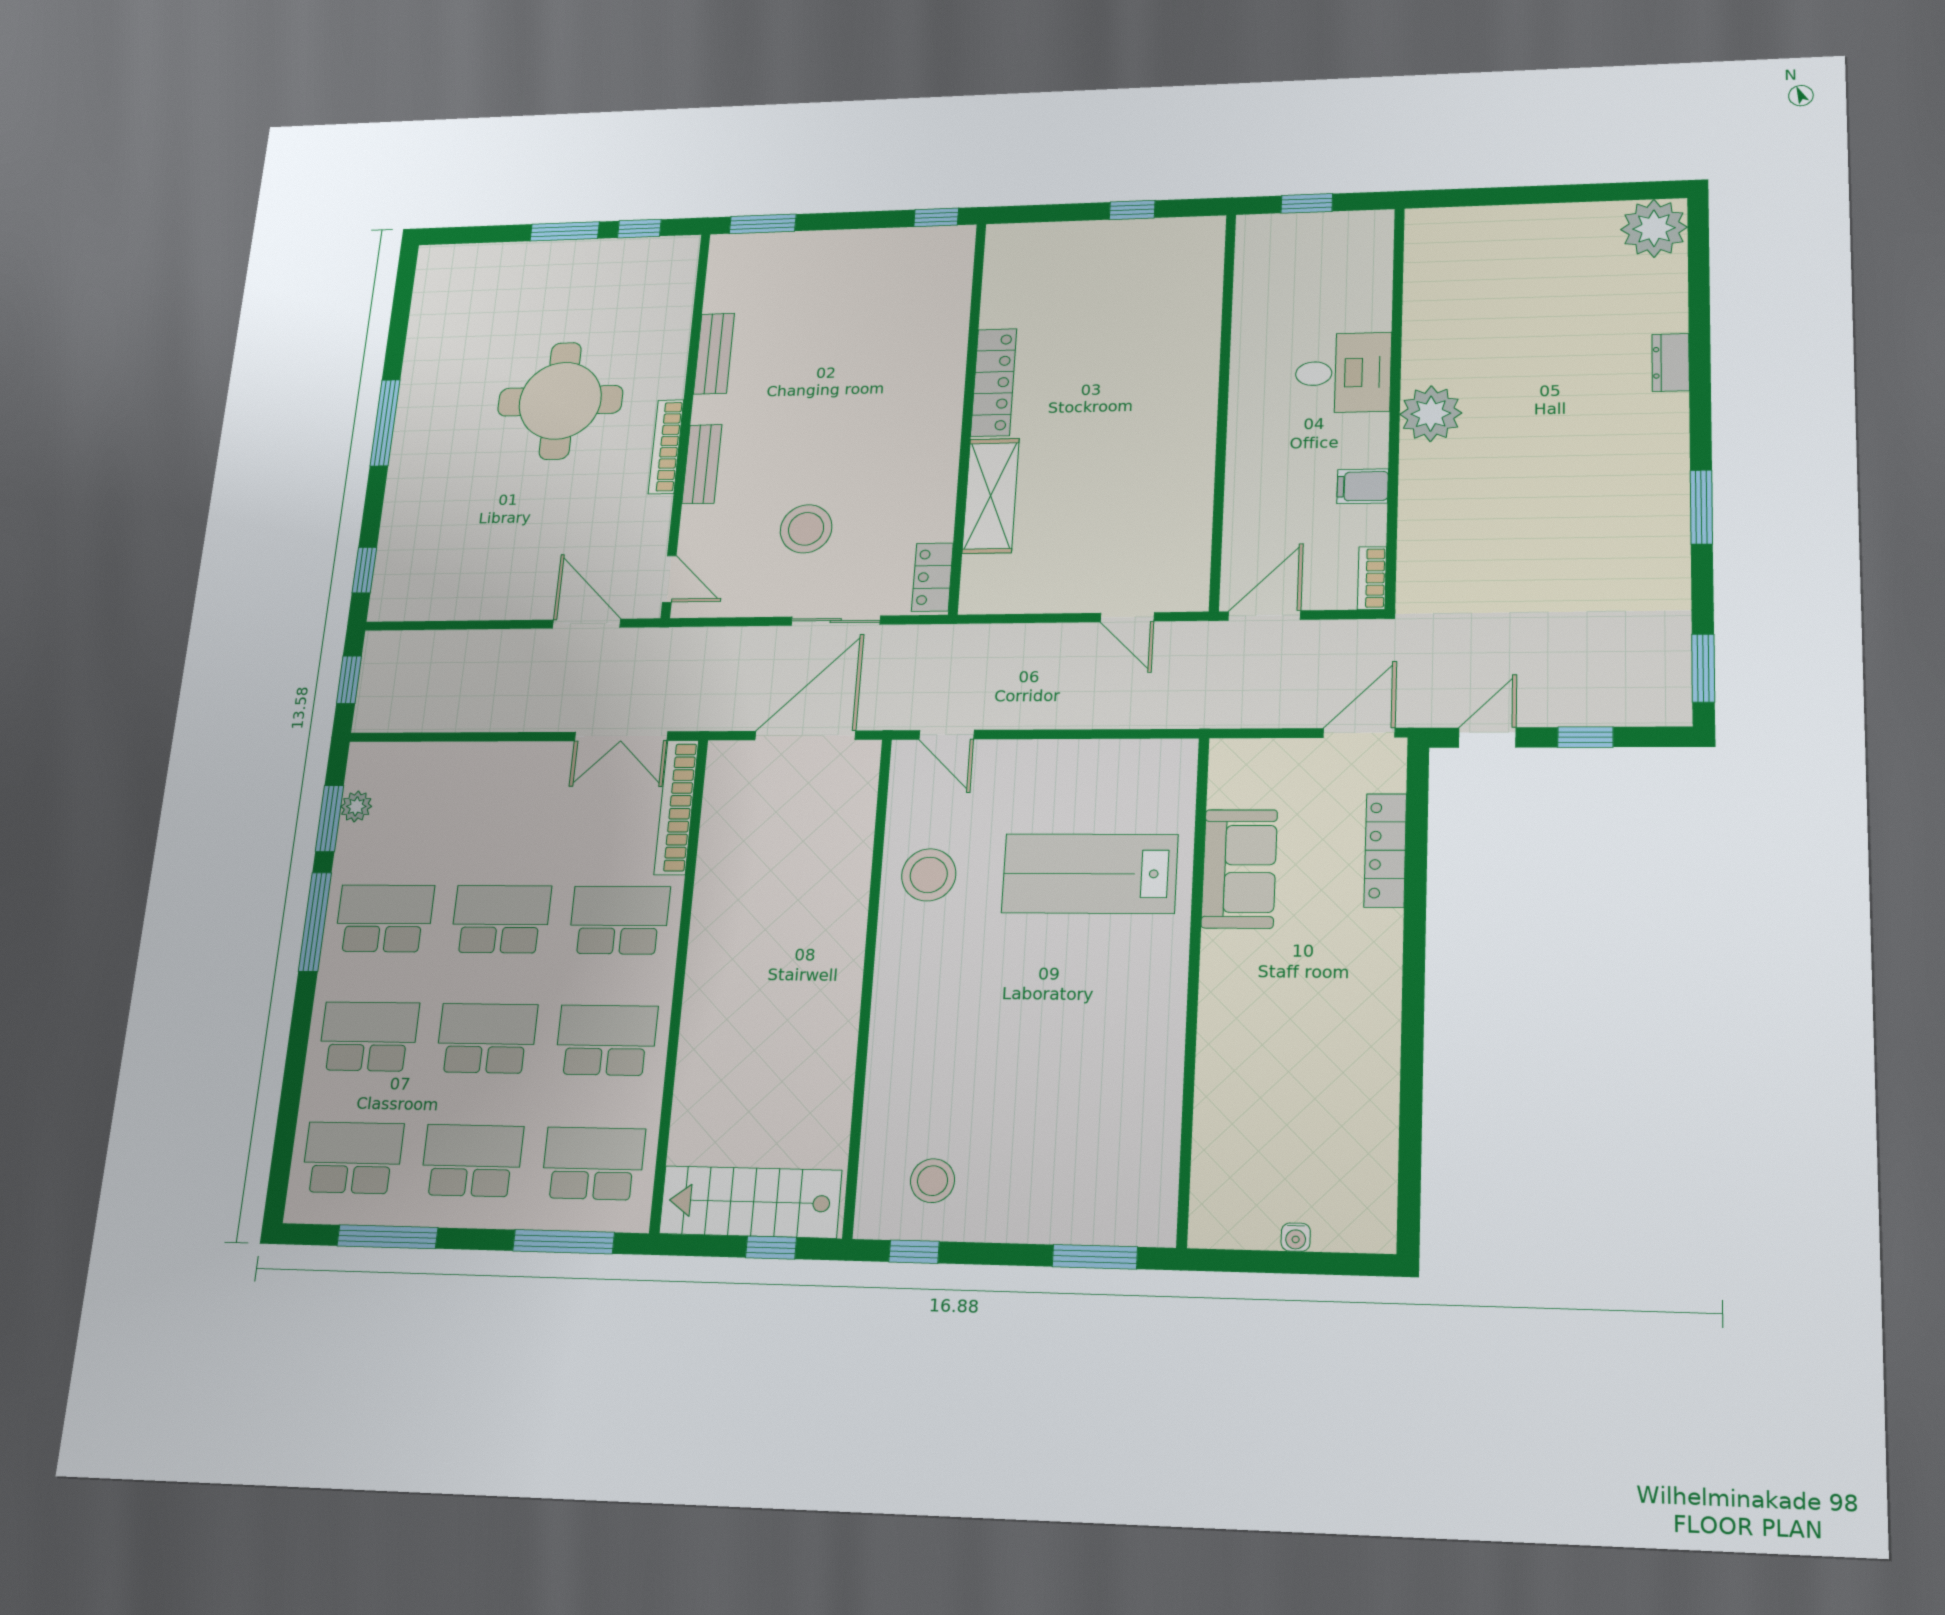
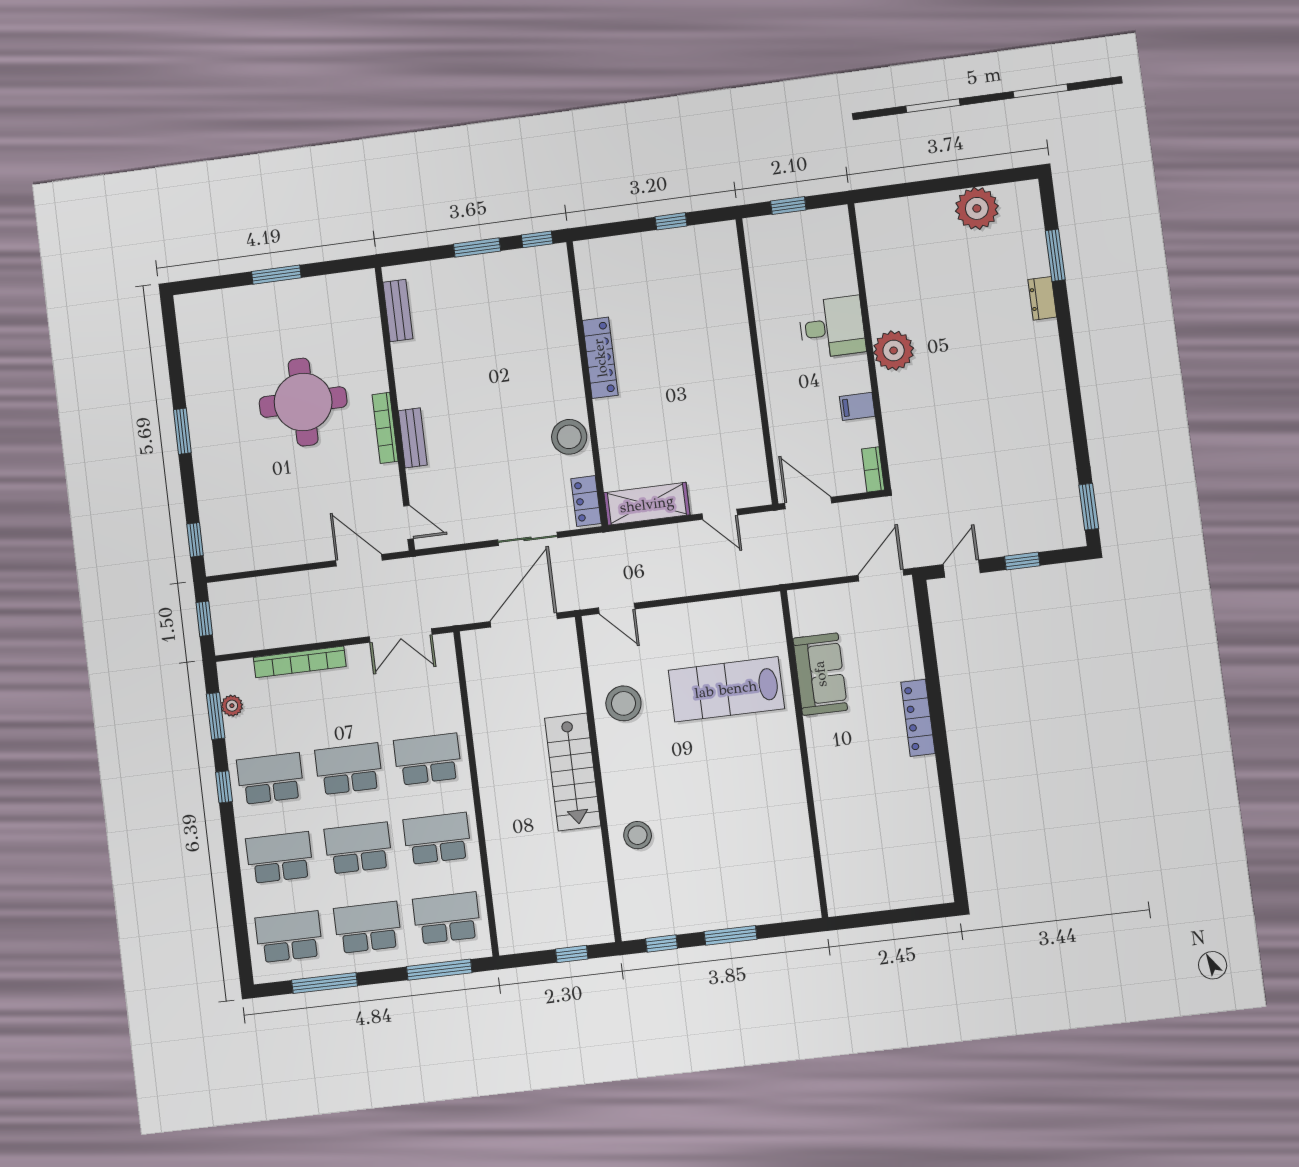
window: (763, 224) -> (477, 247), moved
plant: (1654, 228) -> (977, 208), moved
window: (639, 229) -> (329, 267), removed
bench: (714, 354) -> (398, 310), moved
window: (385, 423) -> (182, 431), width x0.69
shelving: (991, 496) -> (647, 504), moved, turned 90
window: (1701, 507) -> (1055, 255), moved
stool: (806, 529) -> (569, 437), moved
door: (1264, 616) -> (808, 503), hinge flipped
bookcase: (676, 807) -> (300, 662), moved, turned -90
locker: (1385, 850) -> (918, 718), moved
window: (315, 922) -> (224, 787), width x0.46
stool: (933, 1181) -> (638, 835), moved
stairs: (750, 1202) -> (573, 772), moved, turned -90
water cooler: (1296, 1237) -> (893, 901), removed
window: (1095, 1257) -> (731, 935), moved

